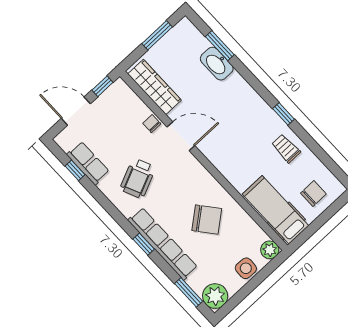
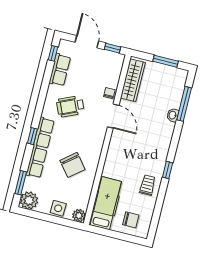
window: (220, 46) -> (184, 104), width x1.44
washbasin: (217, 64) -> (173, 115), width x0.52, depth x0.69
window: (75, 170) -> (53, 53), moved

